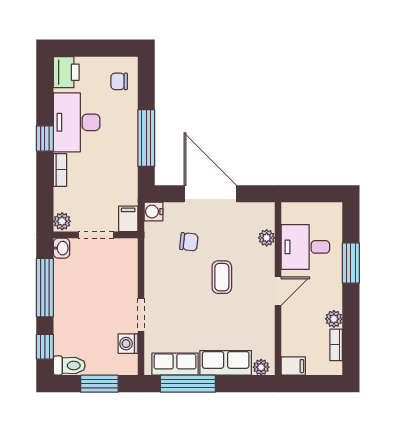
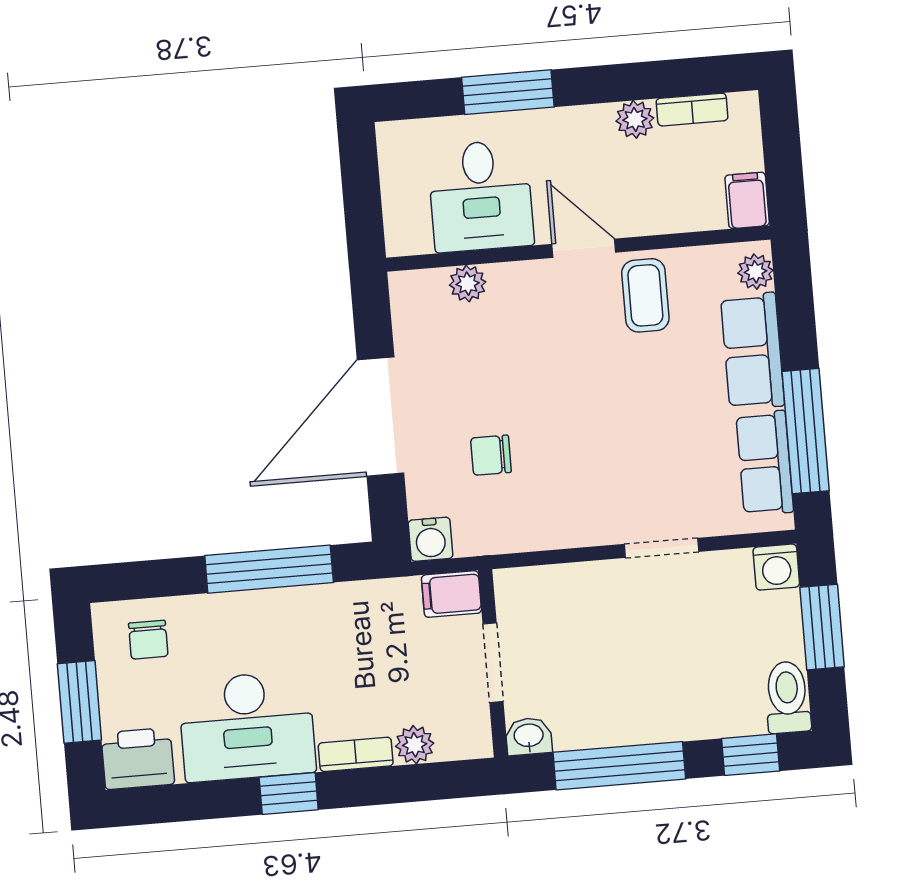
window: (94, 48) -> (79, 702), added
plant: (62, 221) -> (415, 745), moved
chair: (189, 242) -> (491, 455), turned -96
coffee table: (222, 277) -> (645, 295), moved, turned 90
washing machine: (128, 344) -> (776, 567), moved

